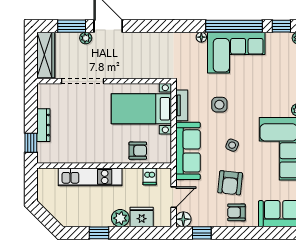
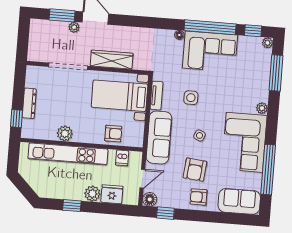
wardrobe: (46, 55) -> (112, 60), moved, turned -90
plant: (85, 155) -> (65, 133), added
kitchen unit: (90, 177) -> (68, 154), width x1.36

